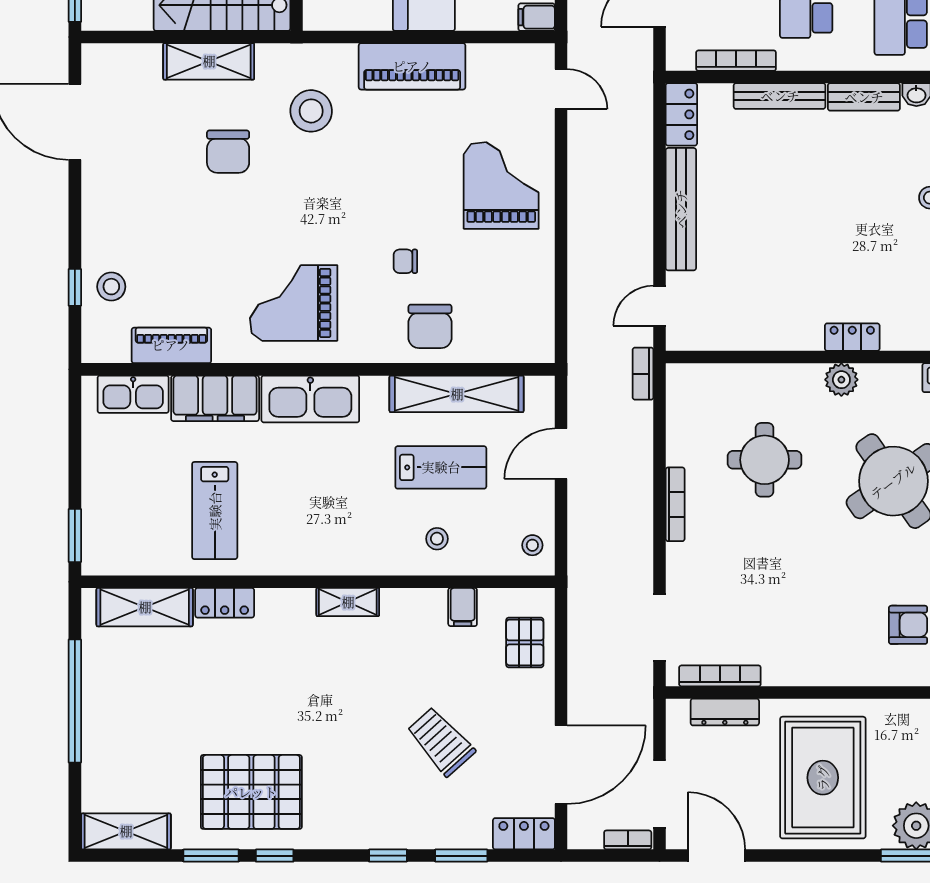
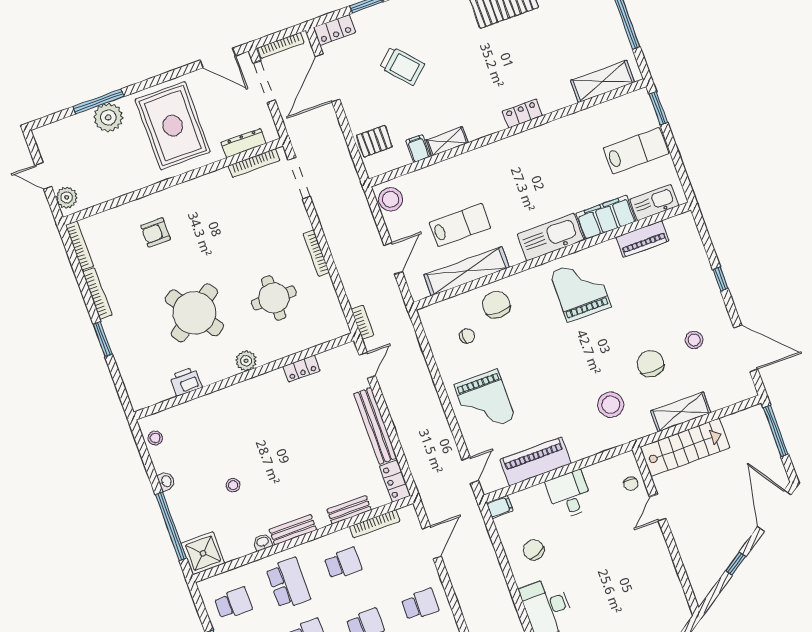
piano: (412, 66) -> (536, 461), moved
door: (561, 89) -> (470, 470), swing flipped
bench: (780, 96) -> (349, 510), width x0.73
chair: (405, 261) -> (467, 336), moved
window: (75, 287) -> (720, 279), moved
stool: (111, 287) -> (694, 340), moved
grand piano: (294, 303) -> (580, 289), turned -90
locker: (852, 337) -> (301, 369), moved
lab bench: (441, 467) -> (460, 225), turned 180
lab bench: (215, 511) -> (636, 151), moved, turned 90
stool: (437, 539) -> (447, 183), removed
stool: (532, 545) -> (391, 199), width x1.89, depth x1.89
shelving: (348, 602) -> (447, 141), moved
locker: (225, 603) -> (522, 113), moved
pallet: (525, 642) -> (374, 141), turned 90
bookcase: (628, 840) -> (281, 45), width x1.56

